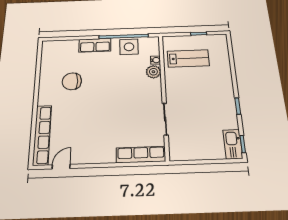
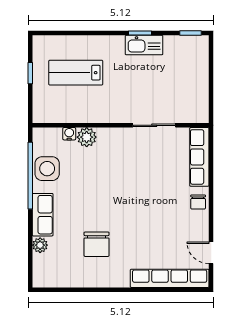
plant: (73, 44) -> (40, 245), added
lab bench: (188, 58) -> (76, 73), moved, turned -90
kitchen sink: (233, 144) -> (144, 45), moved
chair: (104, 155) -> (198, 202), added

